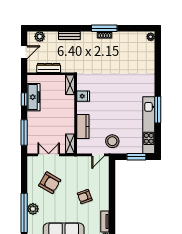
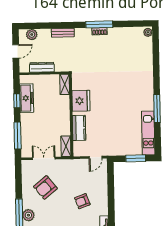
fridge: (83, 96) -> (81, 101), width x1.88, depth x1.34
kitchen unit: (149, 125) -> (148, 133), width x0.73
stool: (112, 141) -> (110, 143), removed
armchair: (50, 183) -> (45, 187), turned 111

